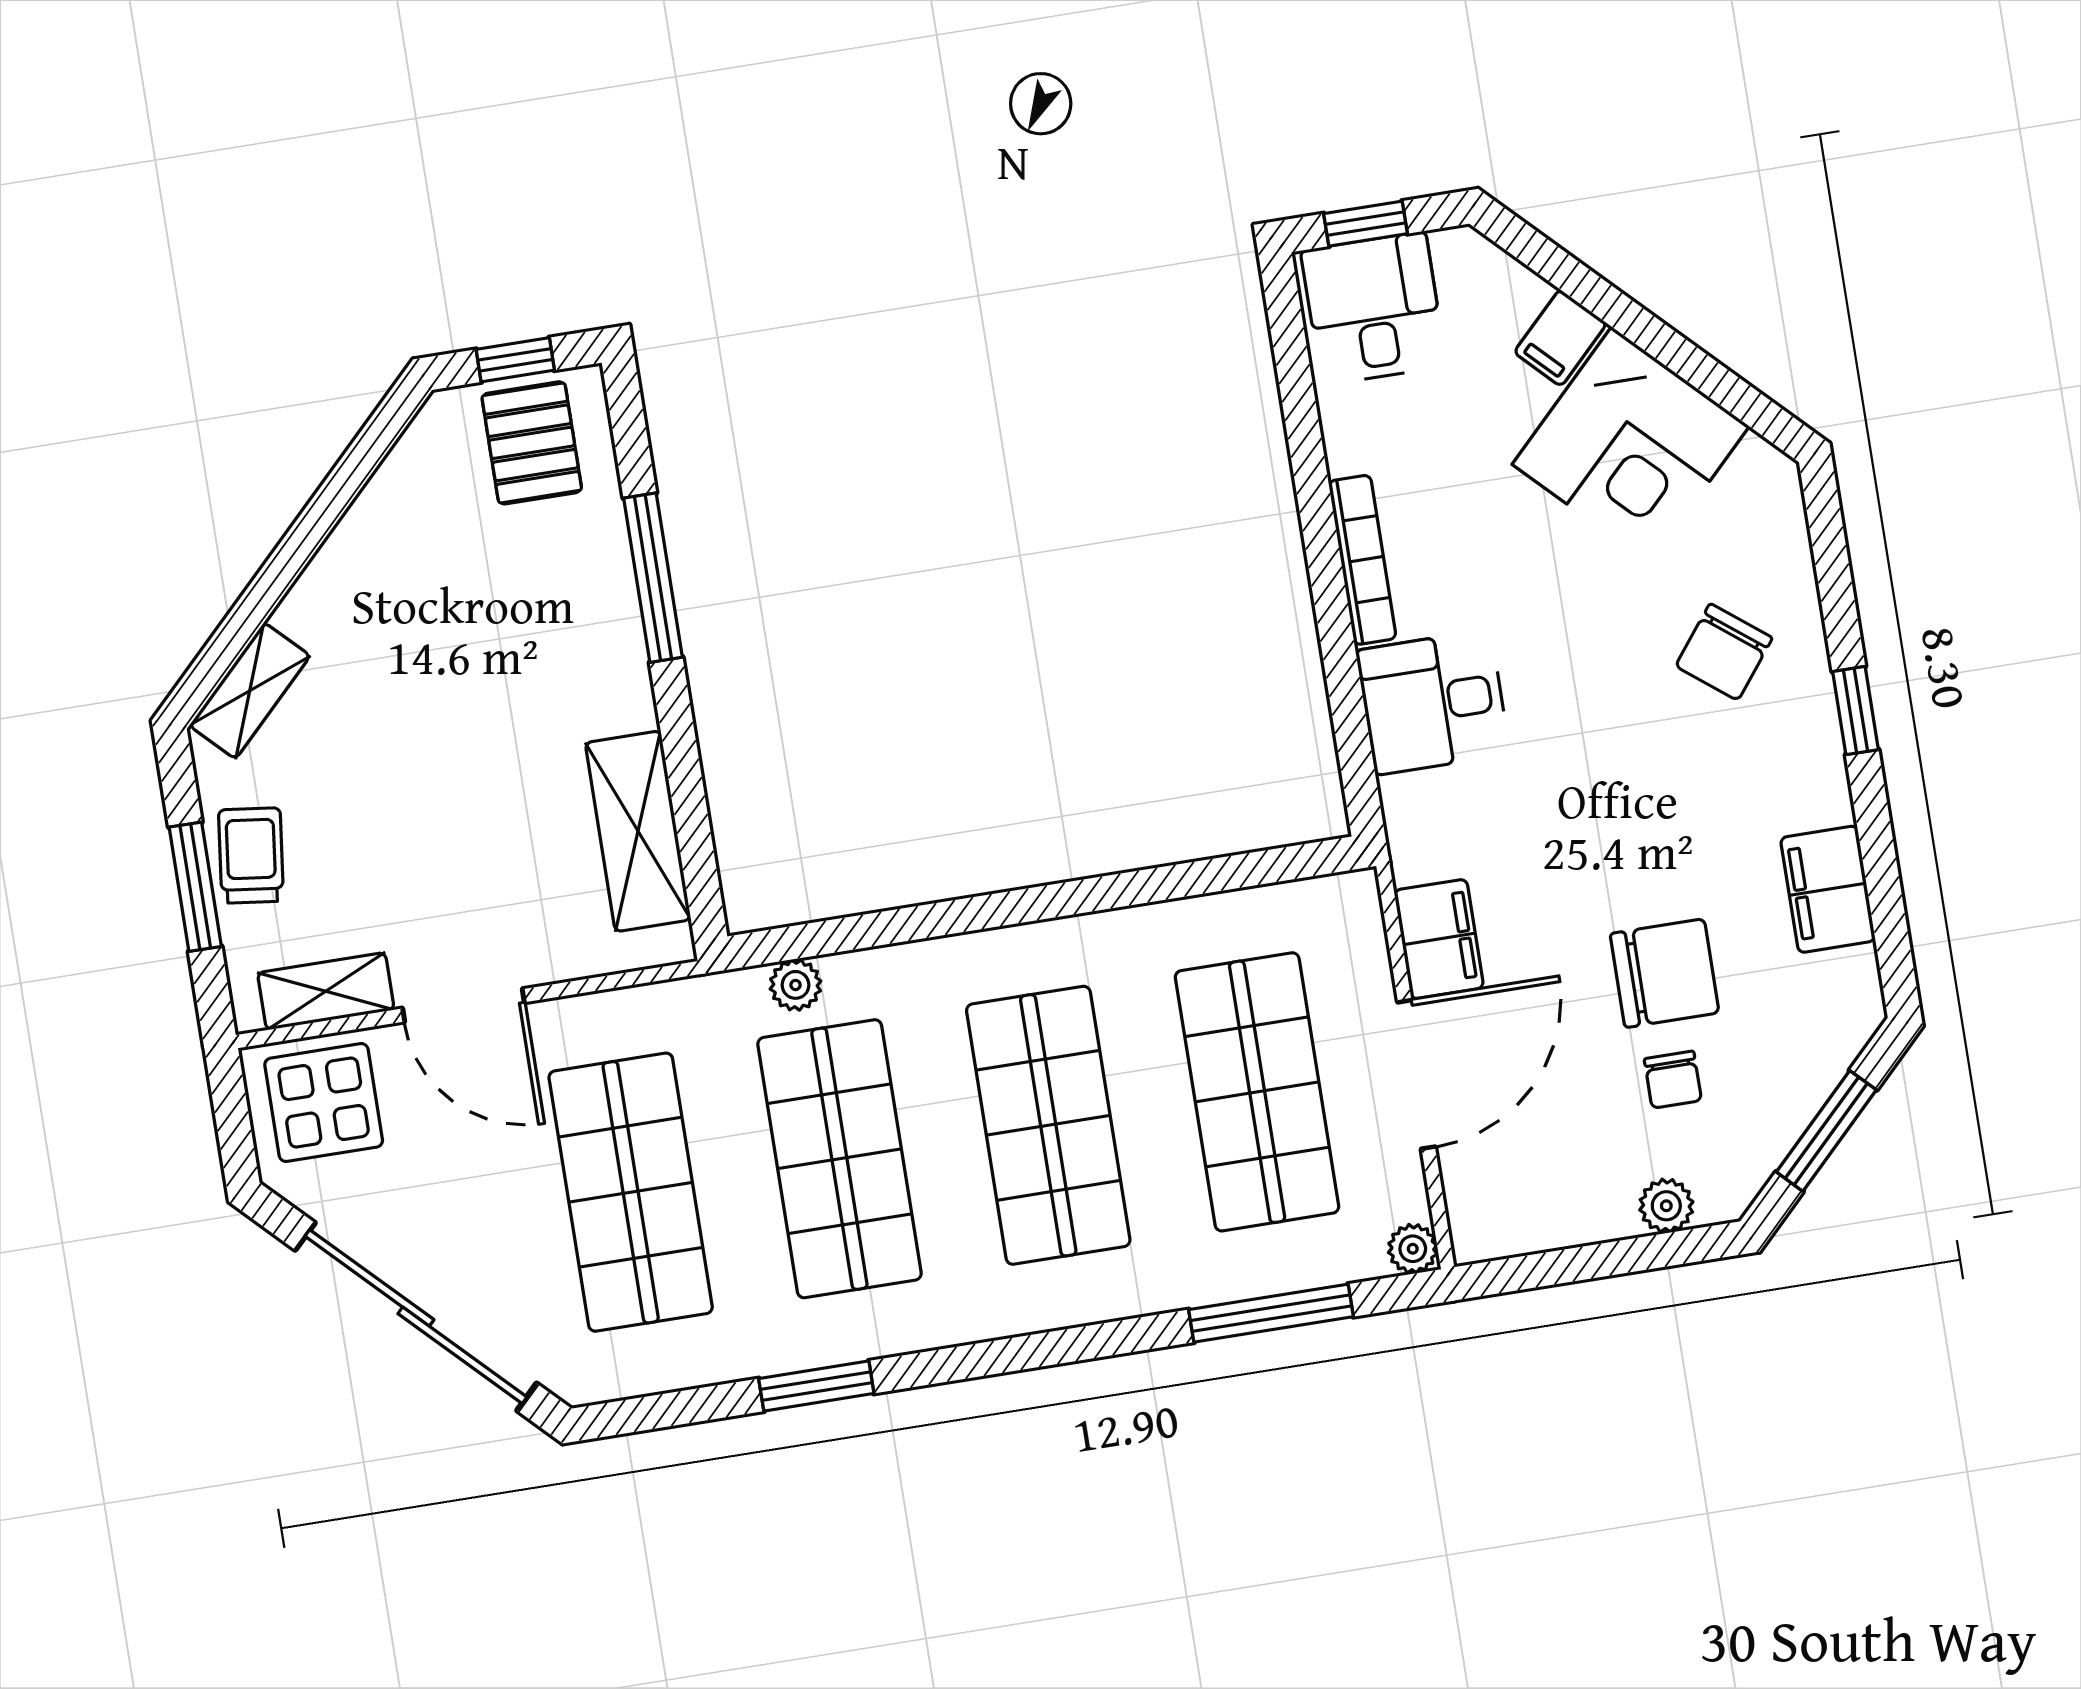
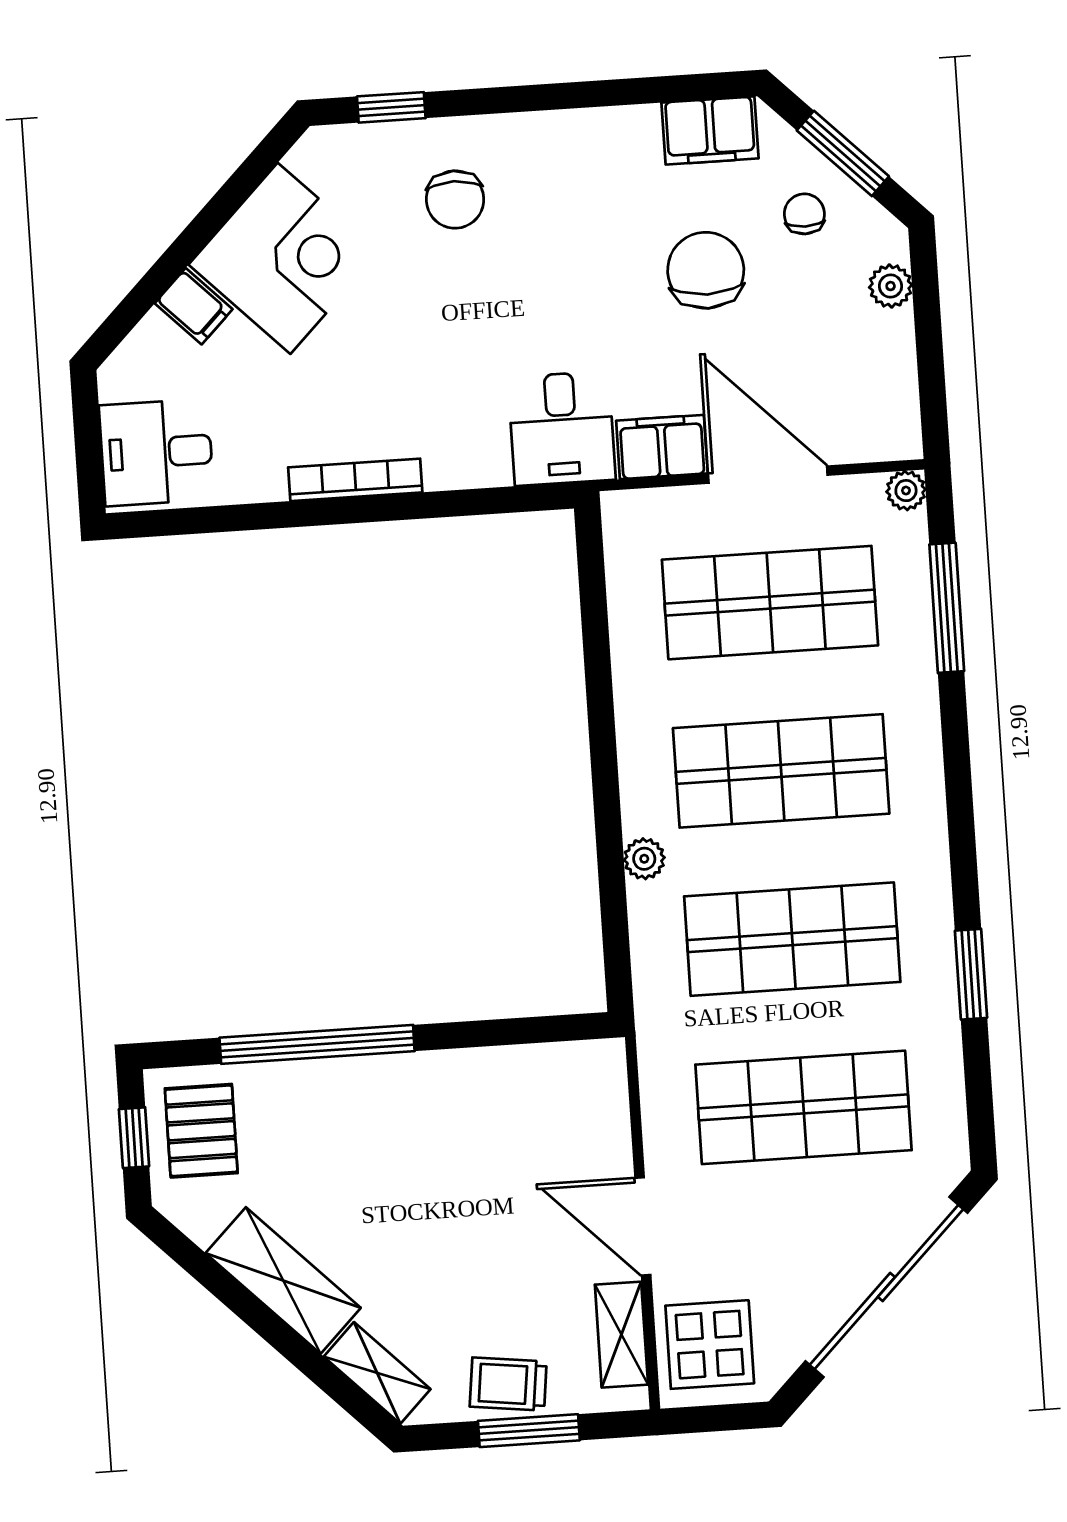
window: (1365, 224) -> (89, 453), removed
pallet: (532, 443) -> (201, 1131), turned 90
window: (653, 578) -> (317, 1044), width x1.46
chair: (1724, 652) -> (455, 200), turned 52
desk: (1433, 702) -> (562, 428), moved
window: (1855, 711) -> (391, 107), moved
shelving: (638, 831) -> (283, 1280), moved, turned 45
filing cabinet: (1828, 889) -> (710, 131), moved
plant: (796, 985) -> (644, 859), moved
door: (464, 1005) -> (643, 1226), swing flipped
chair: (1673, 1080) -> (804, 214), moved, turned -90

